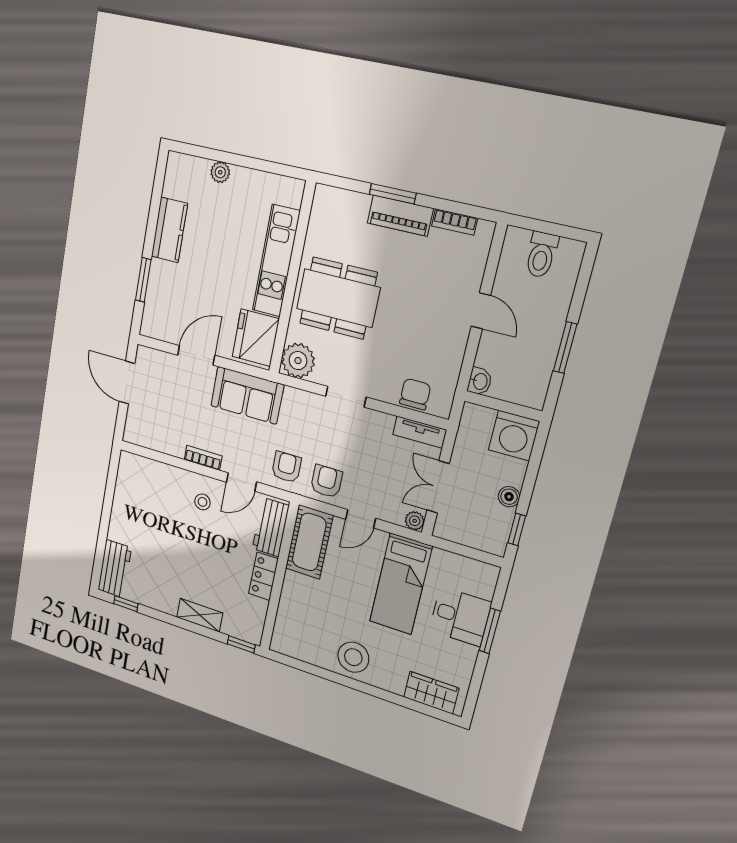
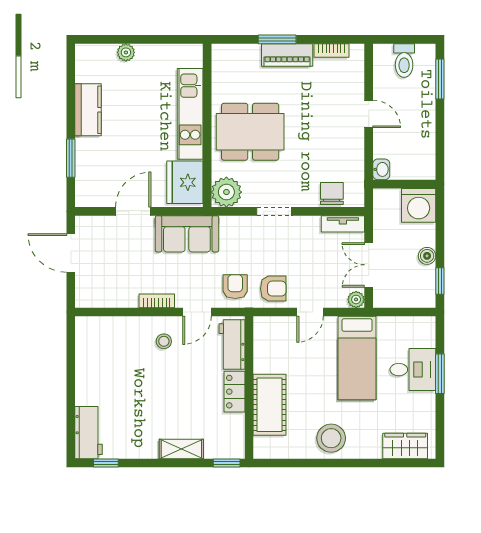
window: (565, 348) -> (440, 79), moved
armchair: (326, 481) -> (273, 289), turned 90
cot: (309, 542) -> (270, 405), moved

